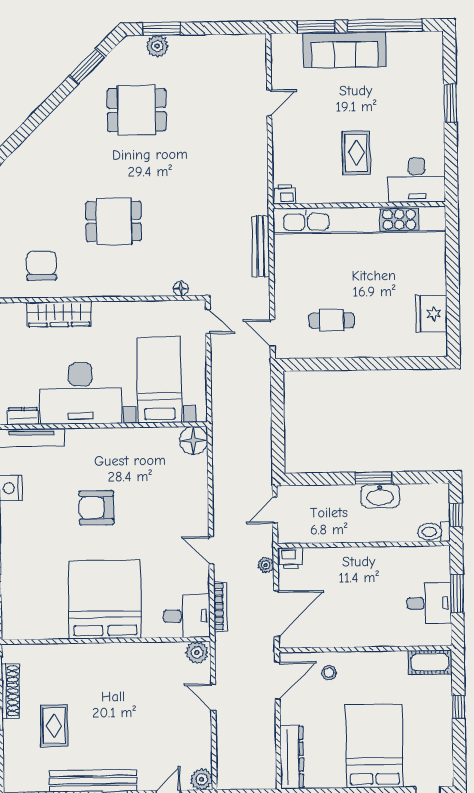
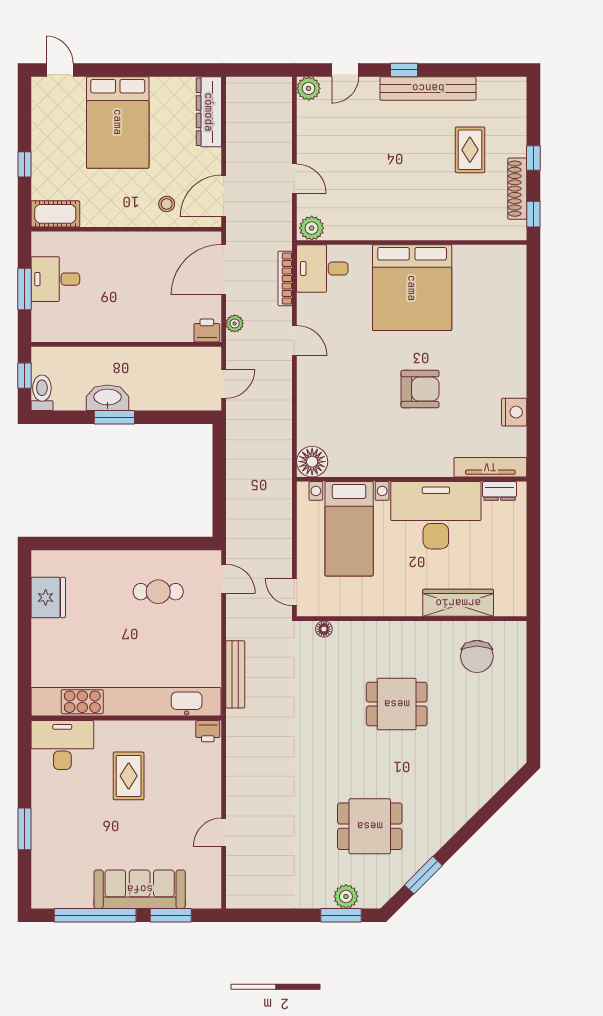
toilet: (434, 532) -> (42, 393), moved, turned -90

